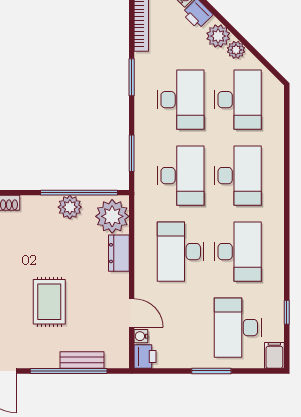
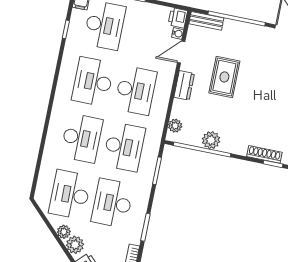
desk: (181, 176) -> (124, 147), turned 180
desk: (238, 176) -> (82, 138), turned 180
plant: (112, 216) -> (175, 126), width x0.53, depth x0.53
dresser: (119, 253) -> (184, 85), moved
rug: (49, 302) -> (224, 77), moved
door: (132, 313) -> (181, 52), hinge flipped
bench: (82, 360) -> (206, 21), moved

